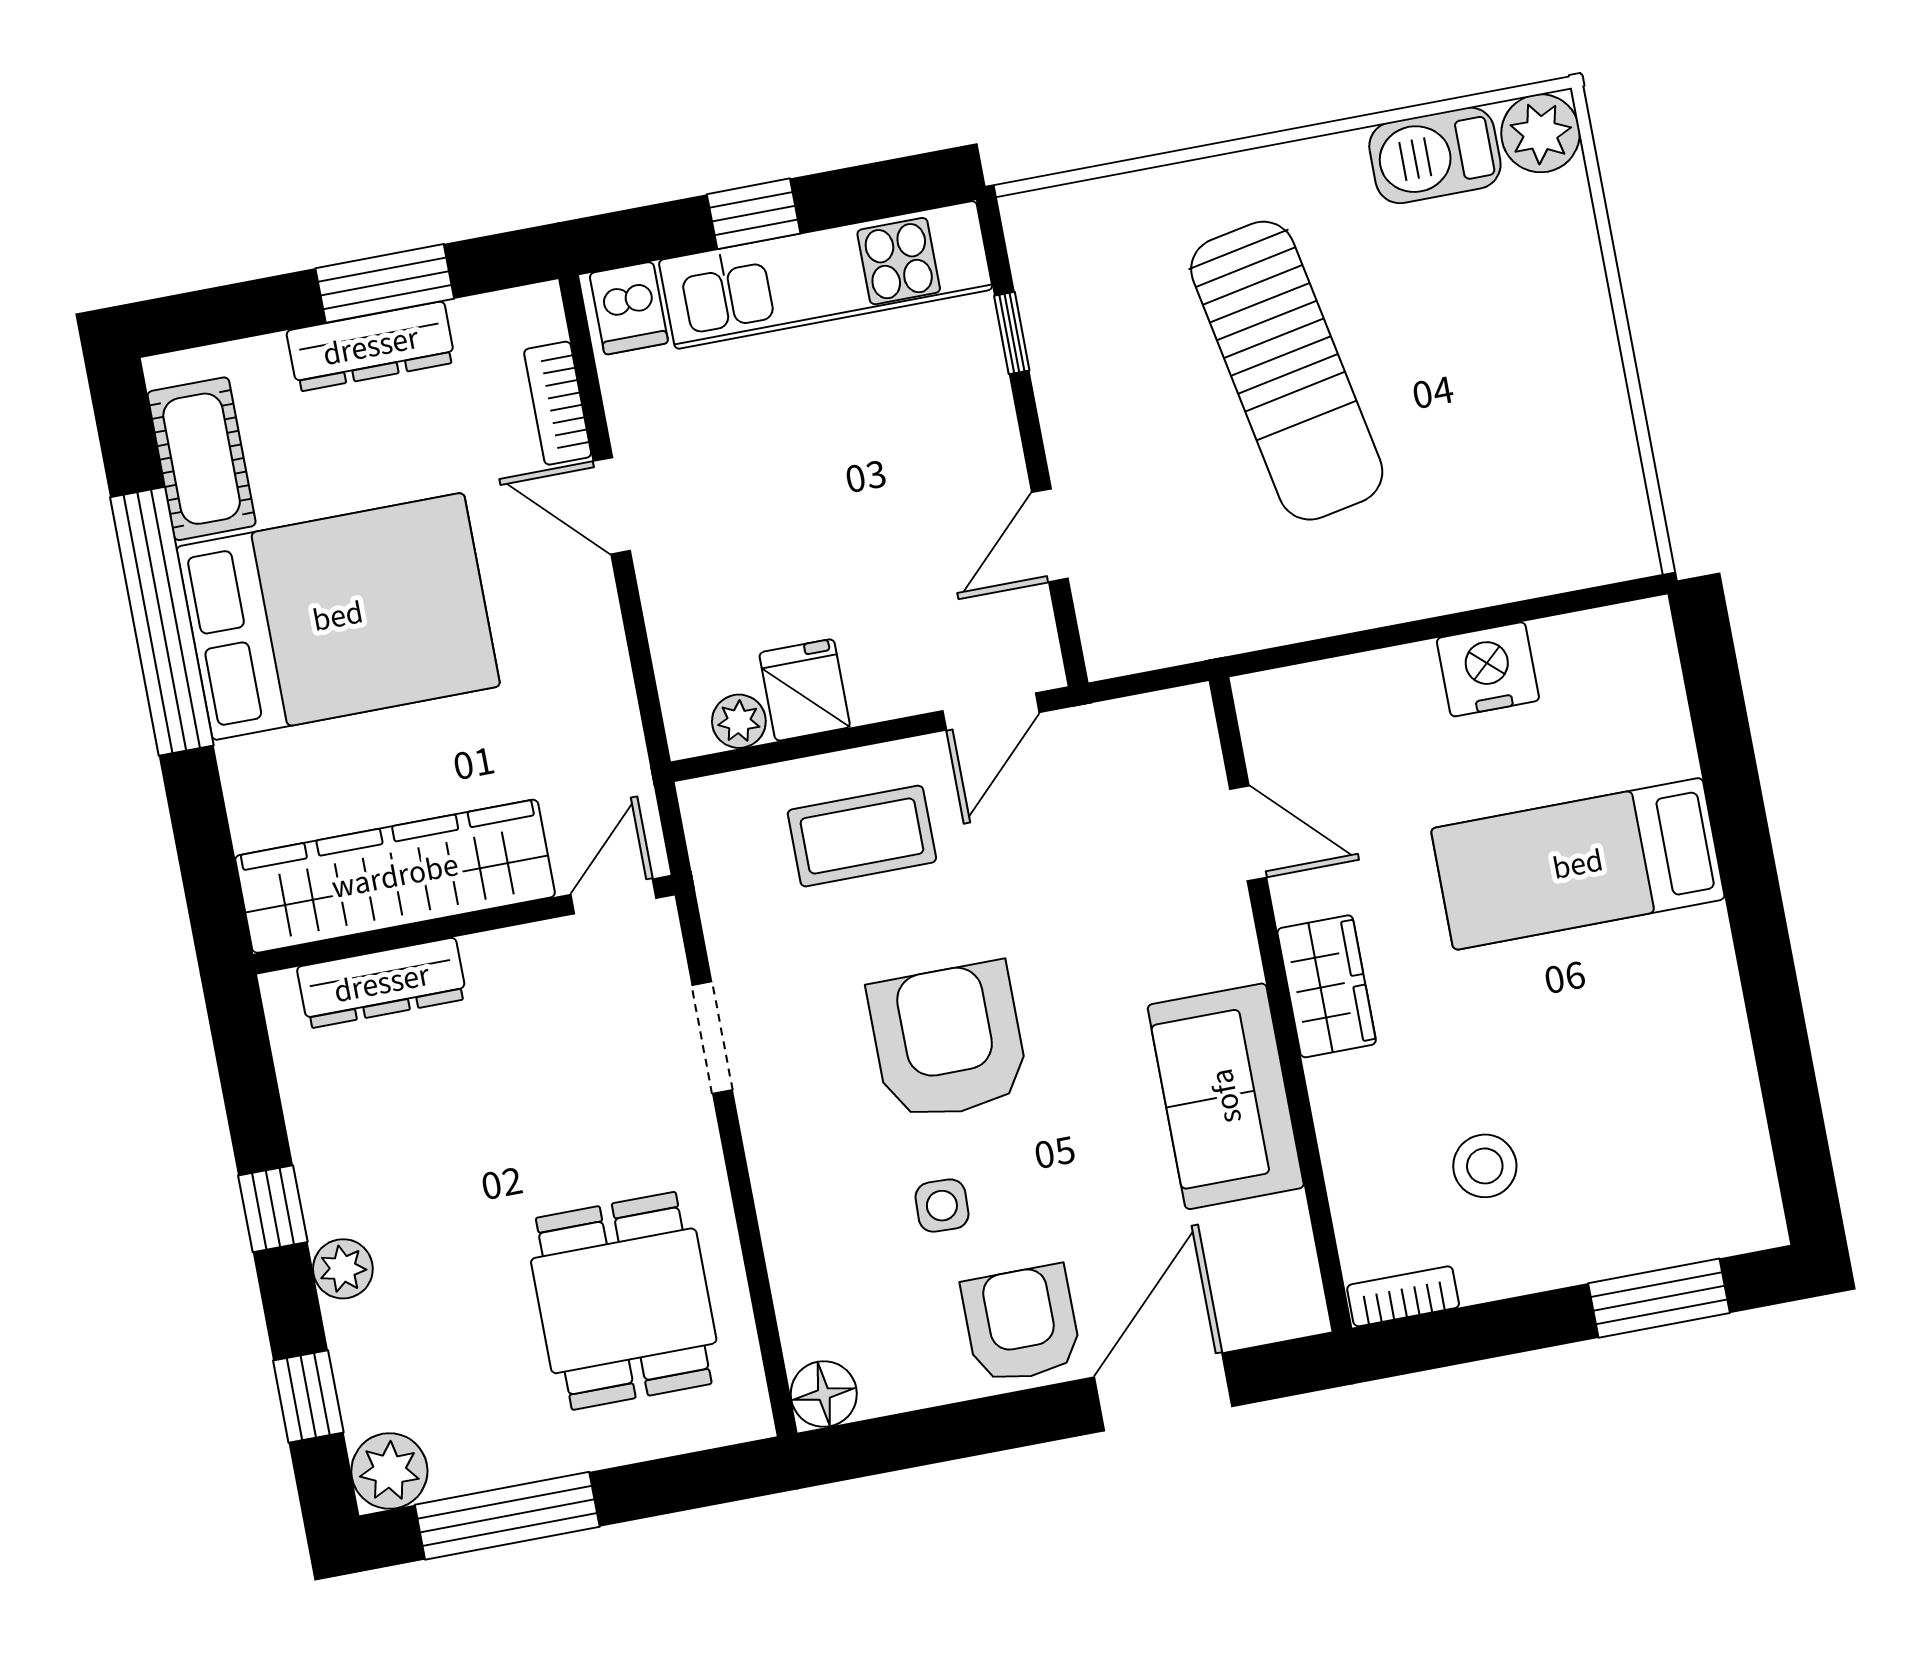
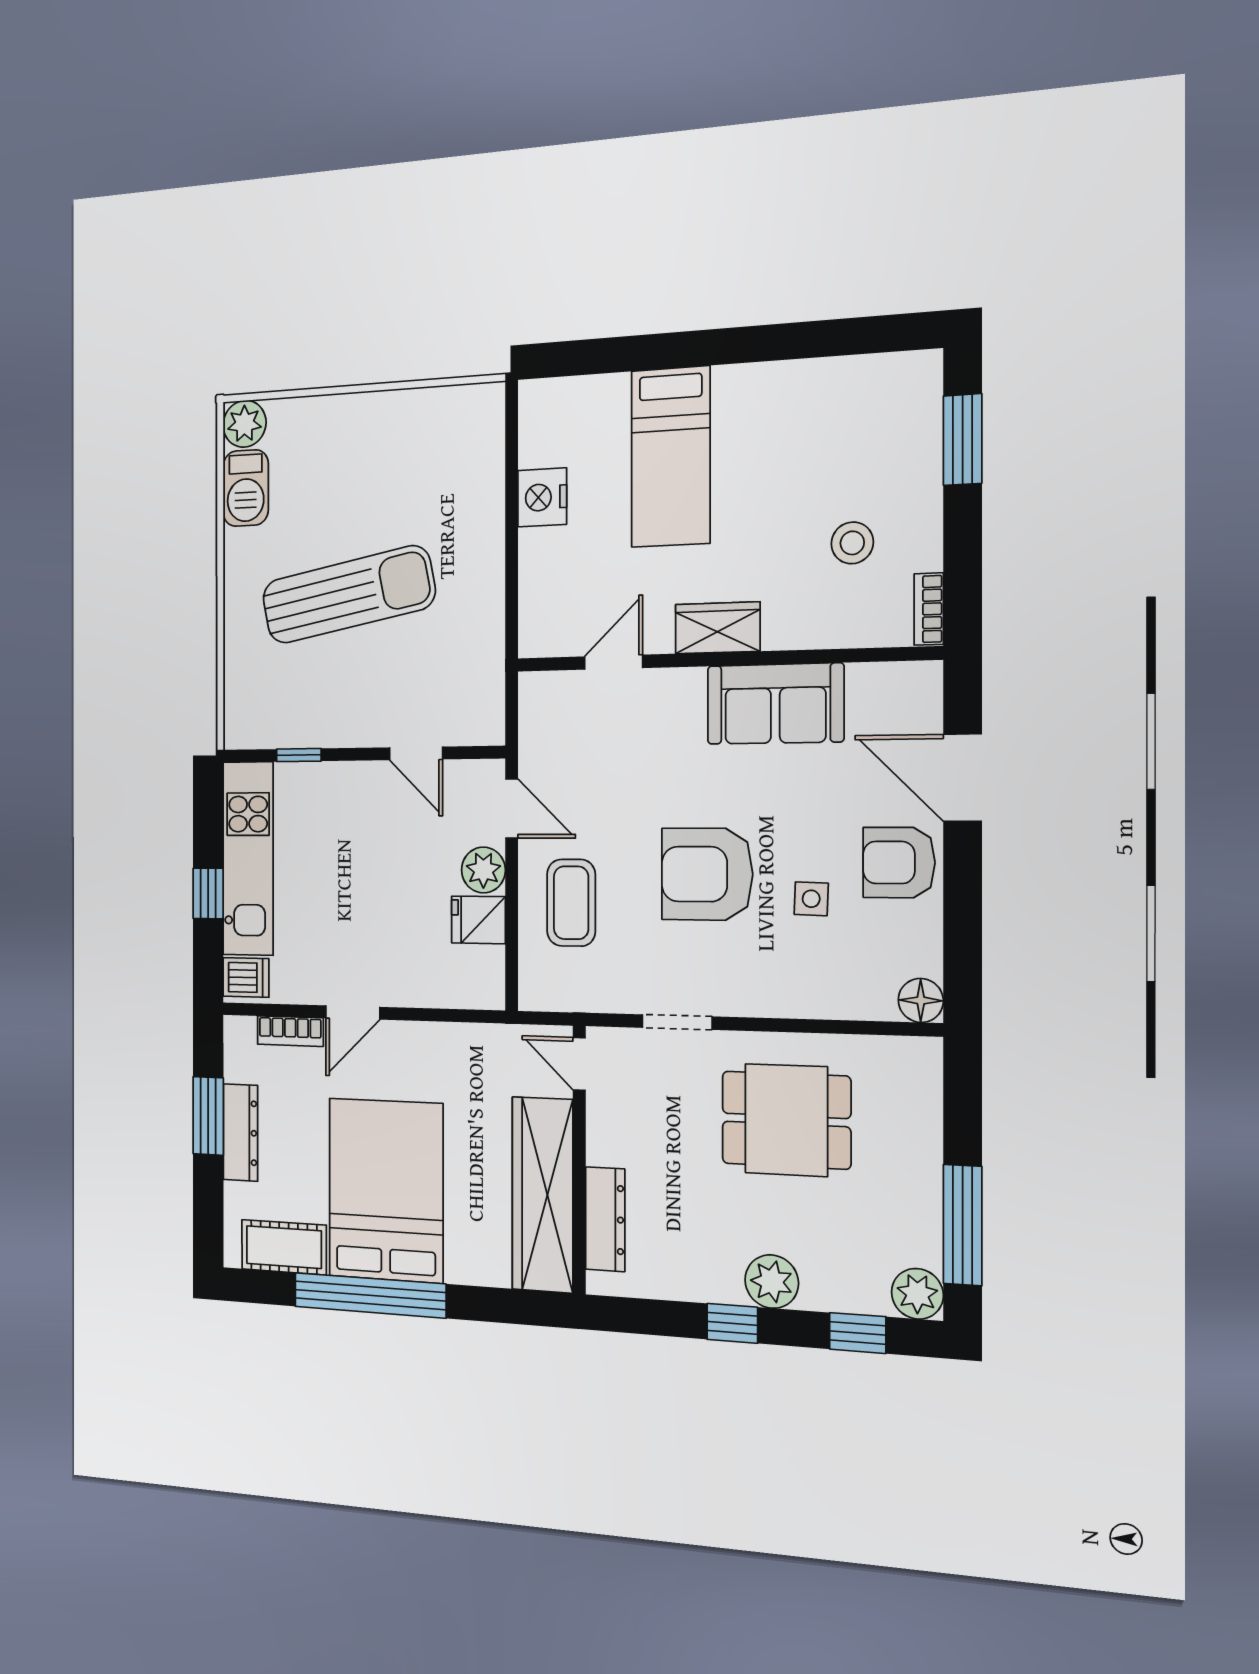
plant: (739, 721) -> (483, 870), moved, width x1.38, depth x1.38
plant: (343, 1269) -> (772, 1282), width x1.38, depth x1.38
dining table: (624, 1301) -> (786, 1120), moved

